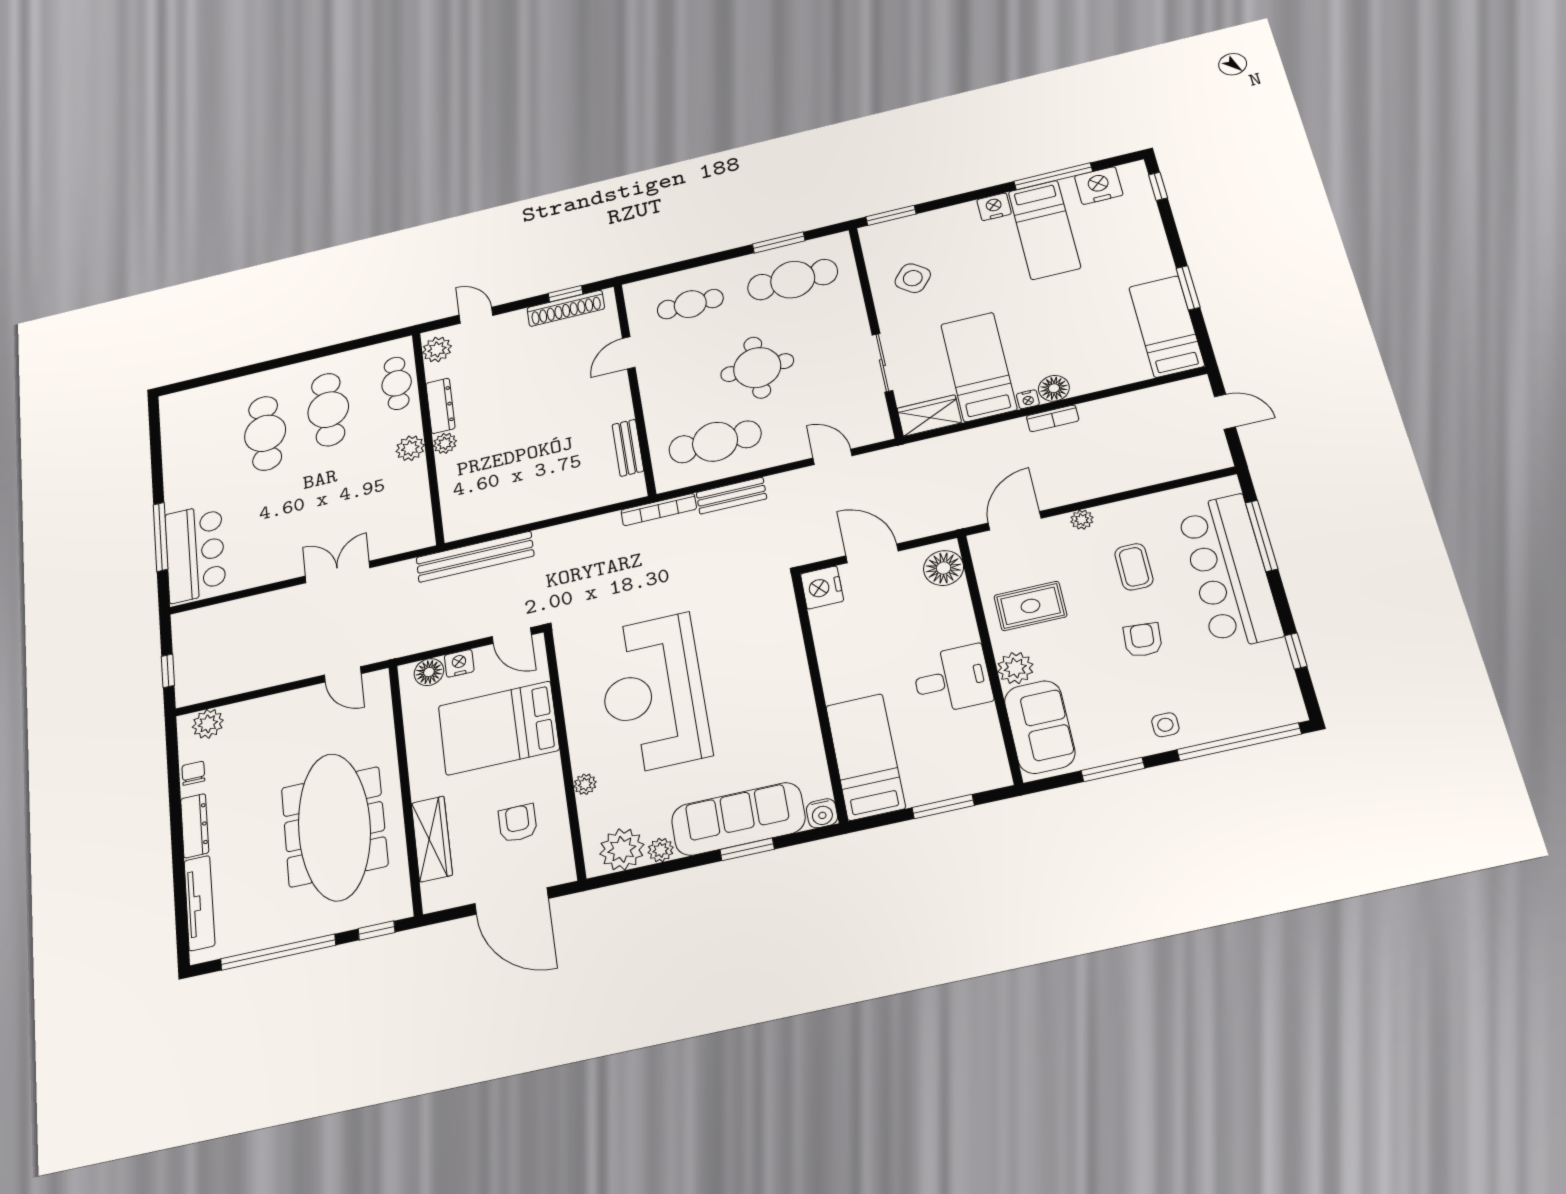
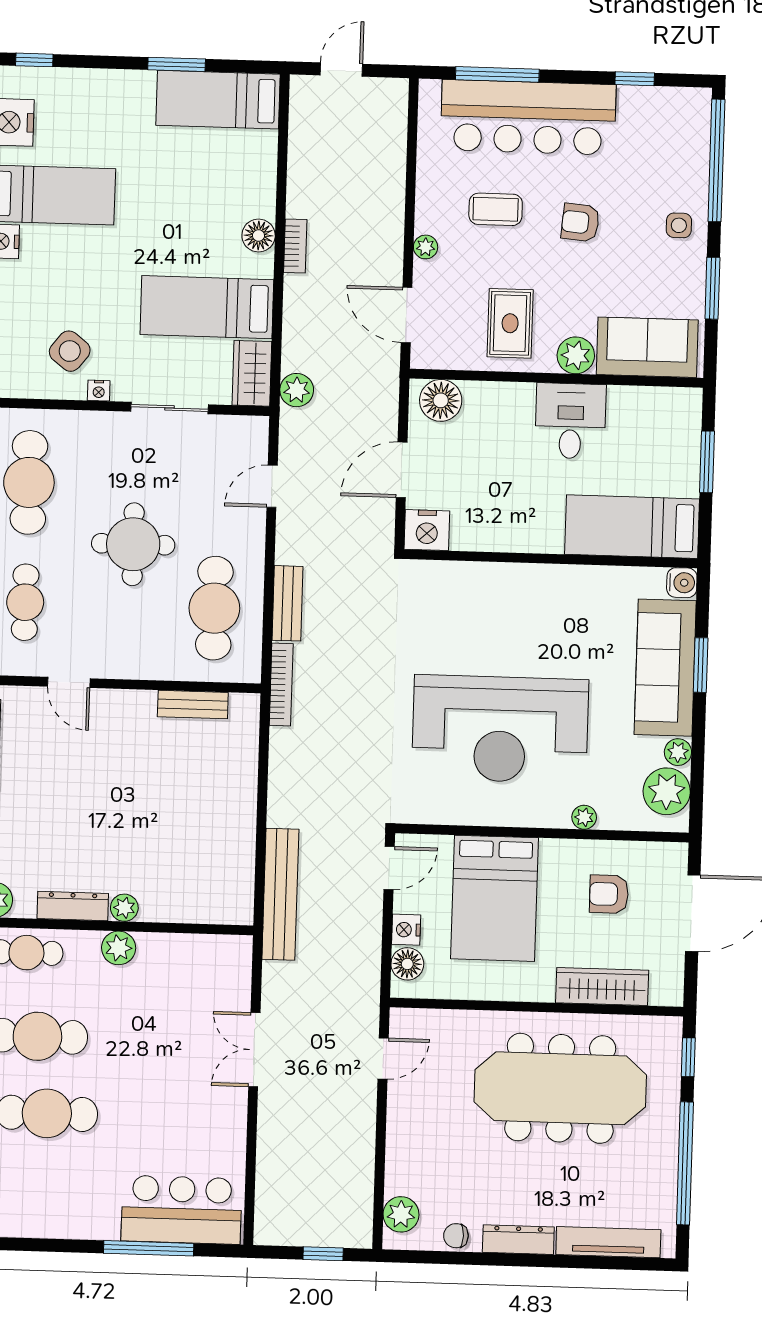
nightstand: (1028, 399) -> (99, 391), moved, turned 90
plant: (923, 453) -> (297, 390), added

